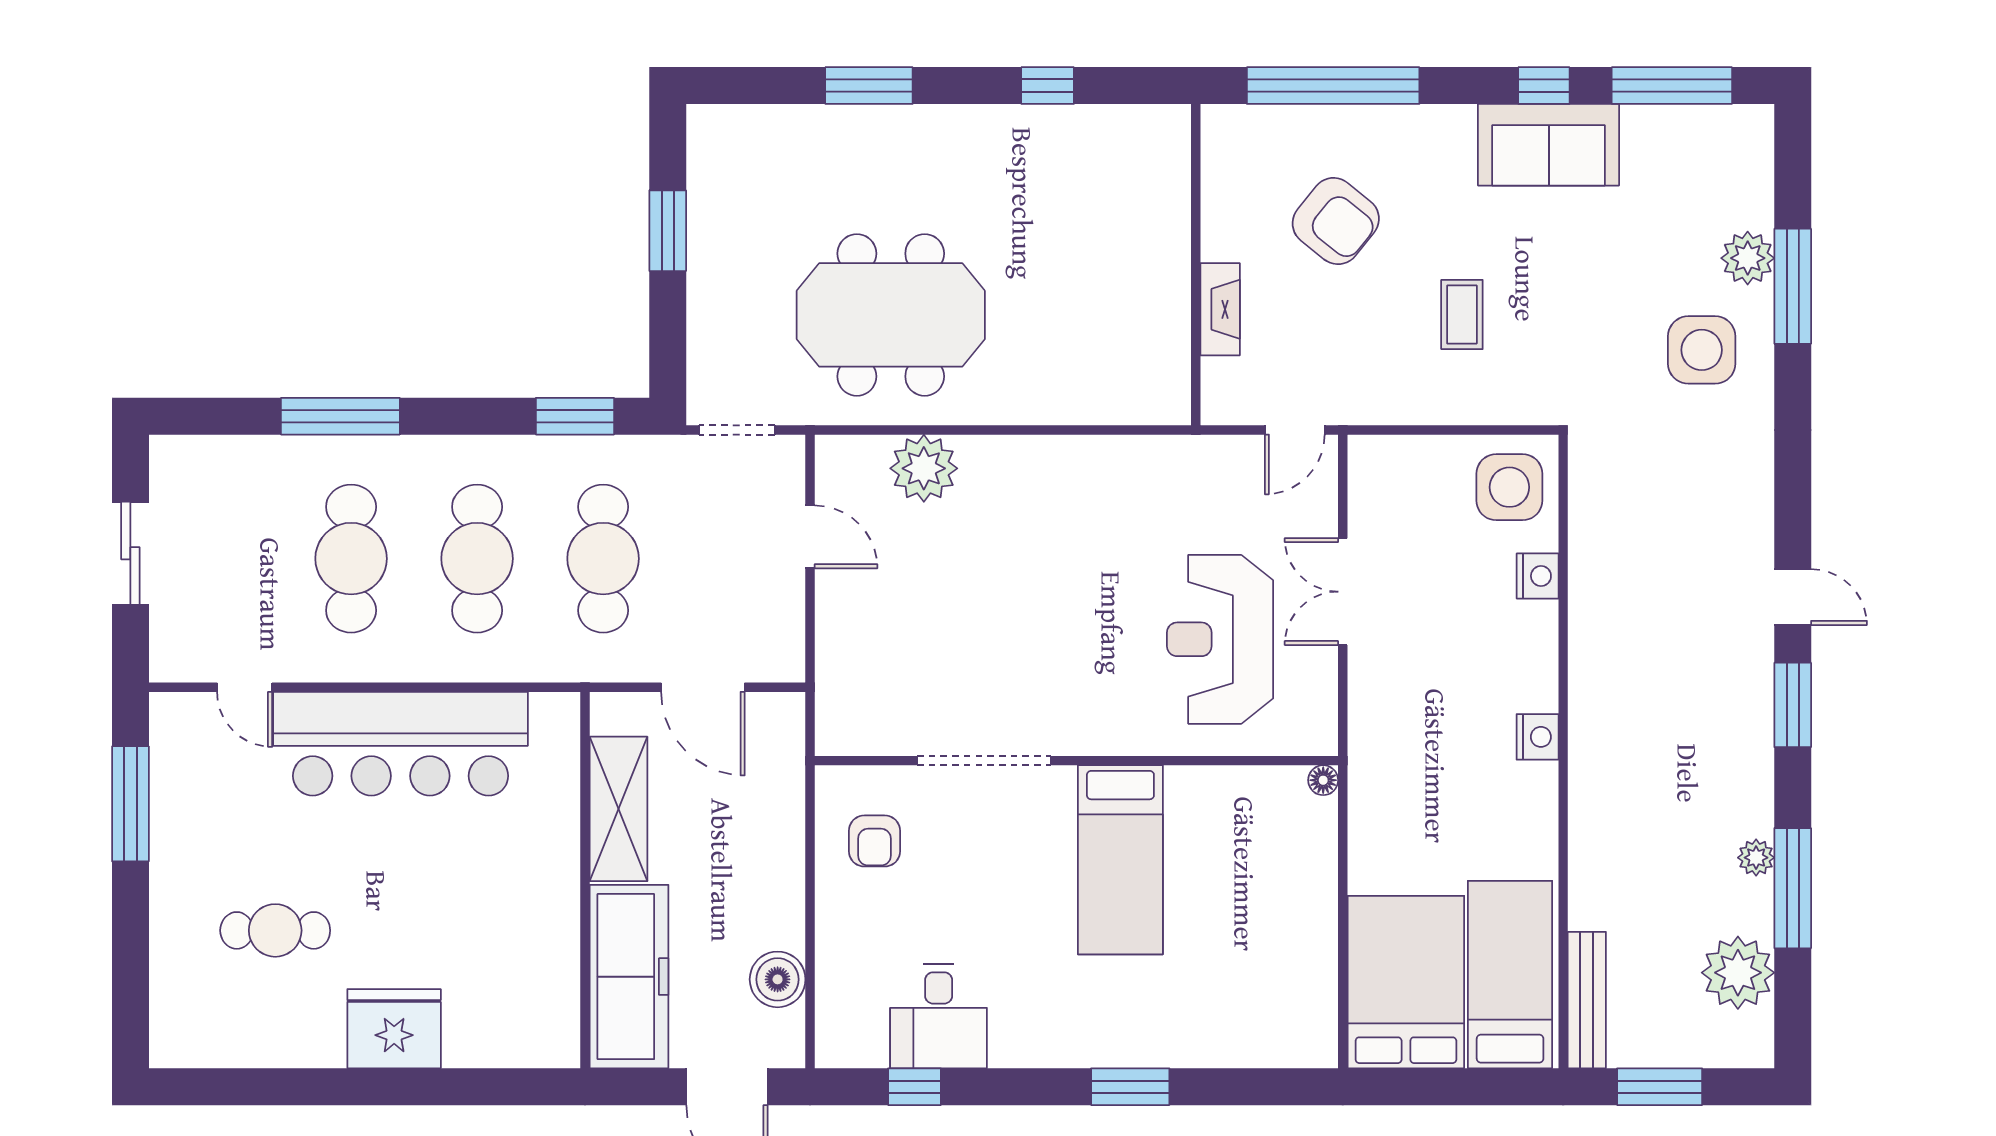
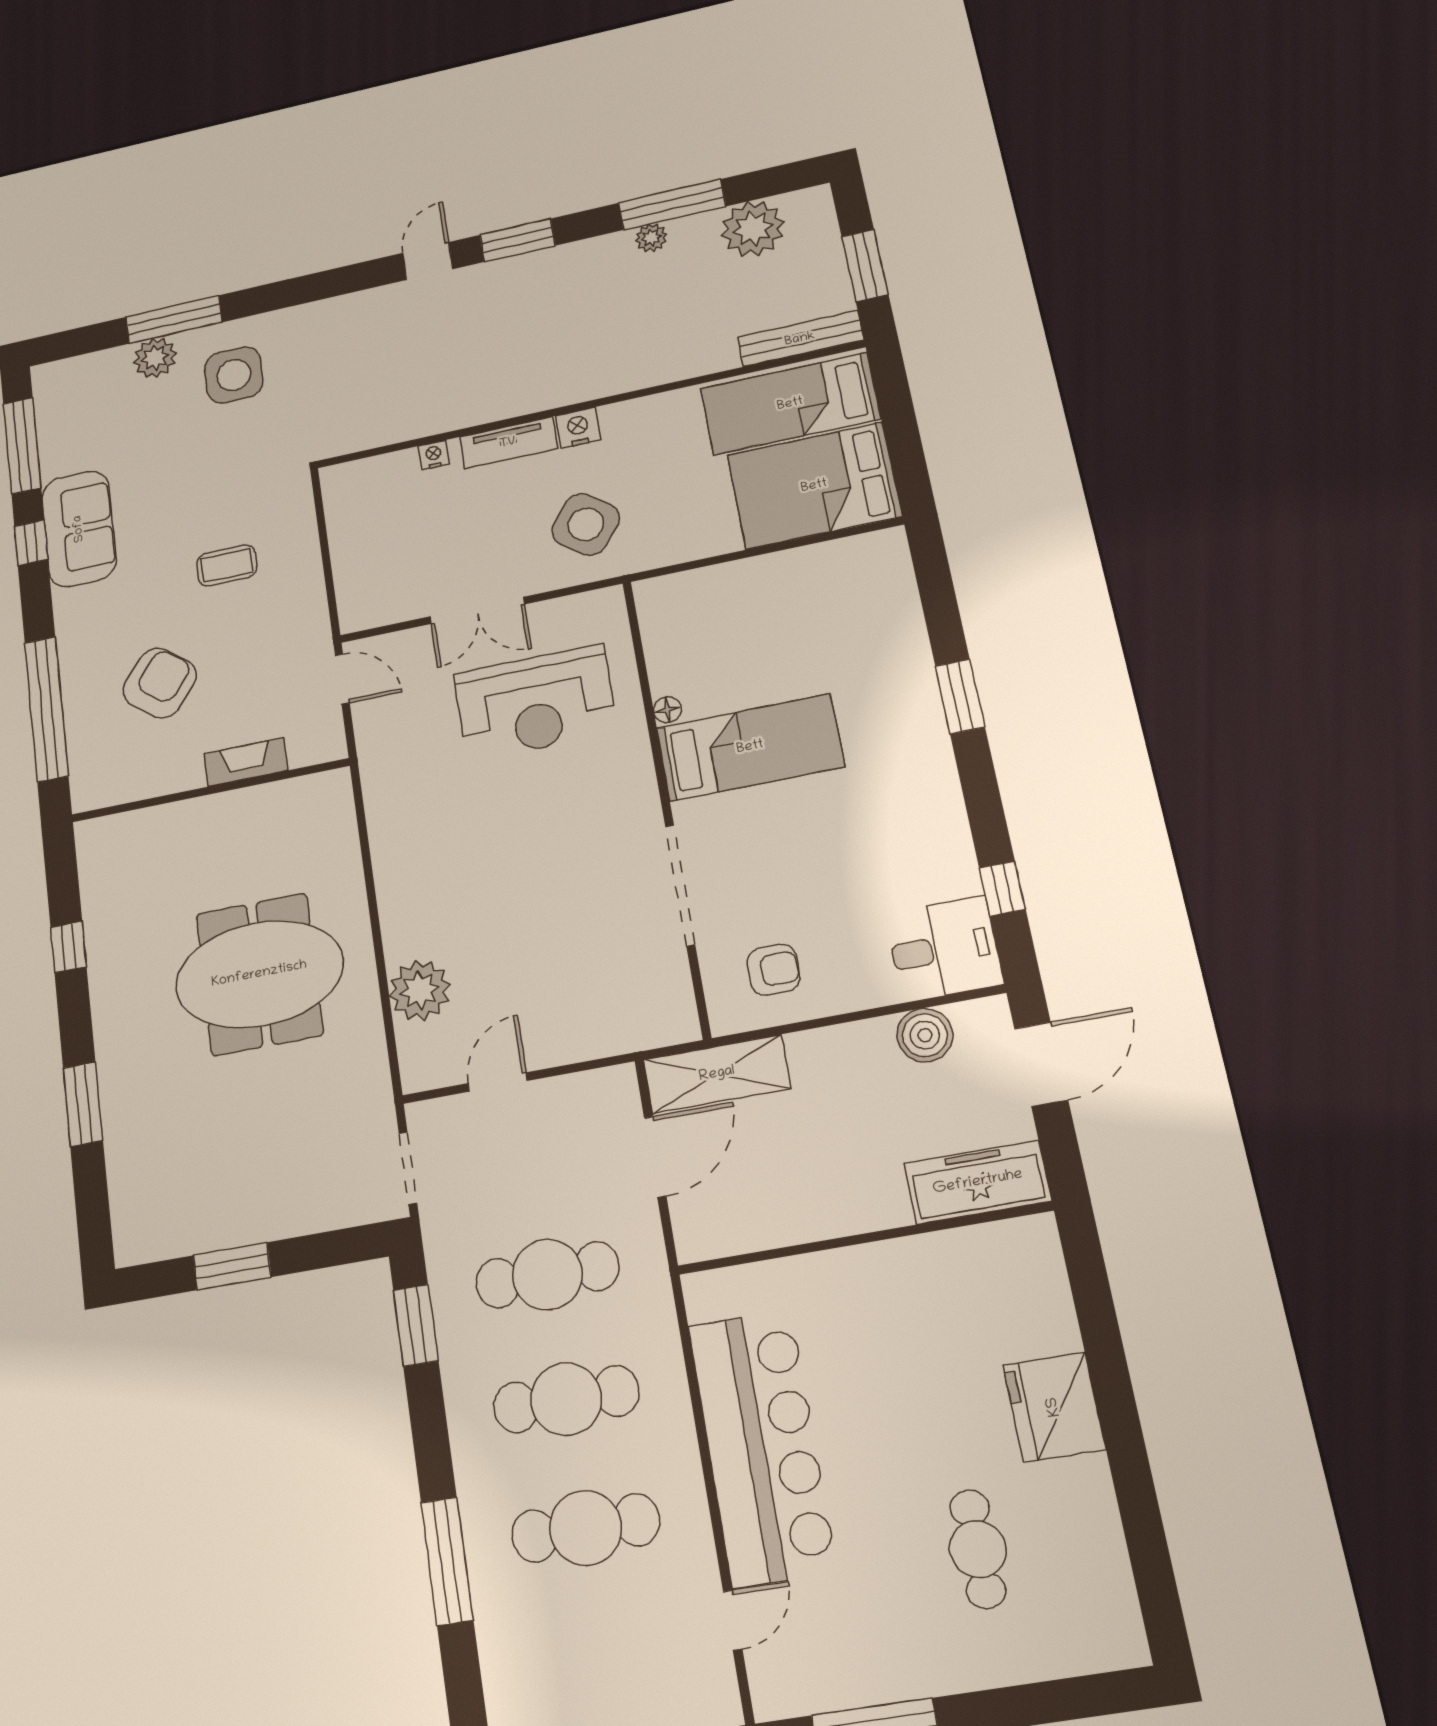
meeting table: (891, 315) -> (259, 974), moved, turned 90
side table: (1509, 487) -> (586, 524), moved, turned 38
nightstand: (1538, 576) -> (434, 455), width x0.72, depth x0.74
tv unit: (1538, 656) -> (508, 443), added
floor lamp: (1323, 780) -> (667, 710), moved
shelving: (618, 809) -> (717, 1074), moved
freezer: (629, 977) -> (978, 1182), width x0.73, depth x0.79
desk: (939, 1016) -> (944, 949), moved

